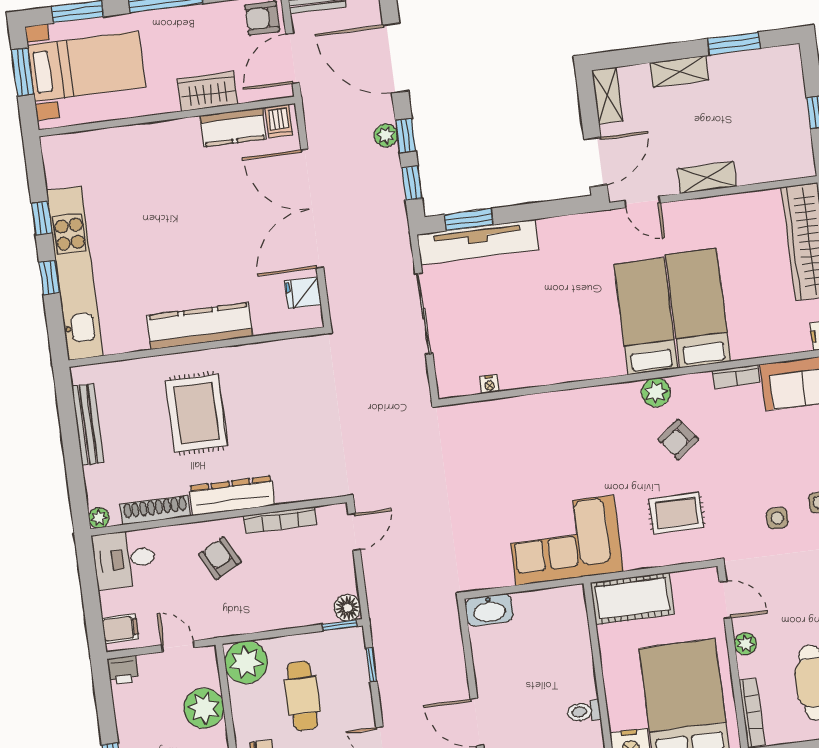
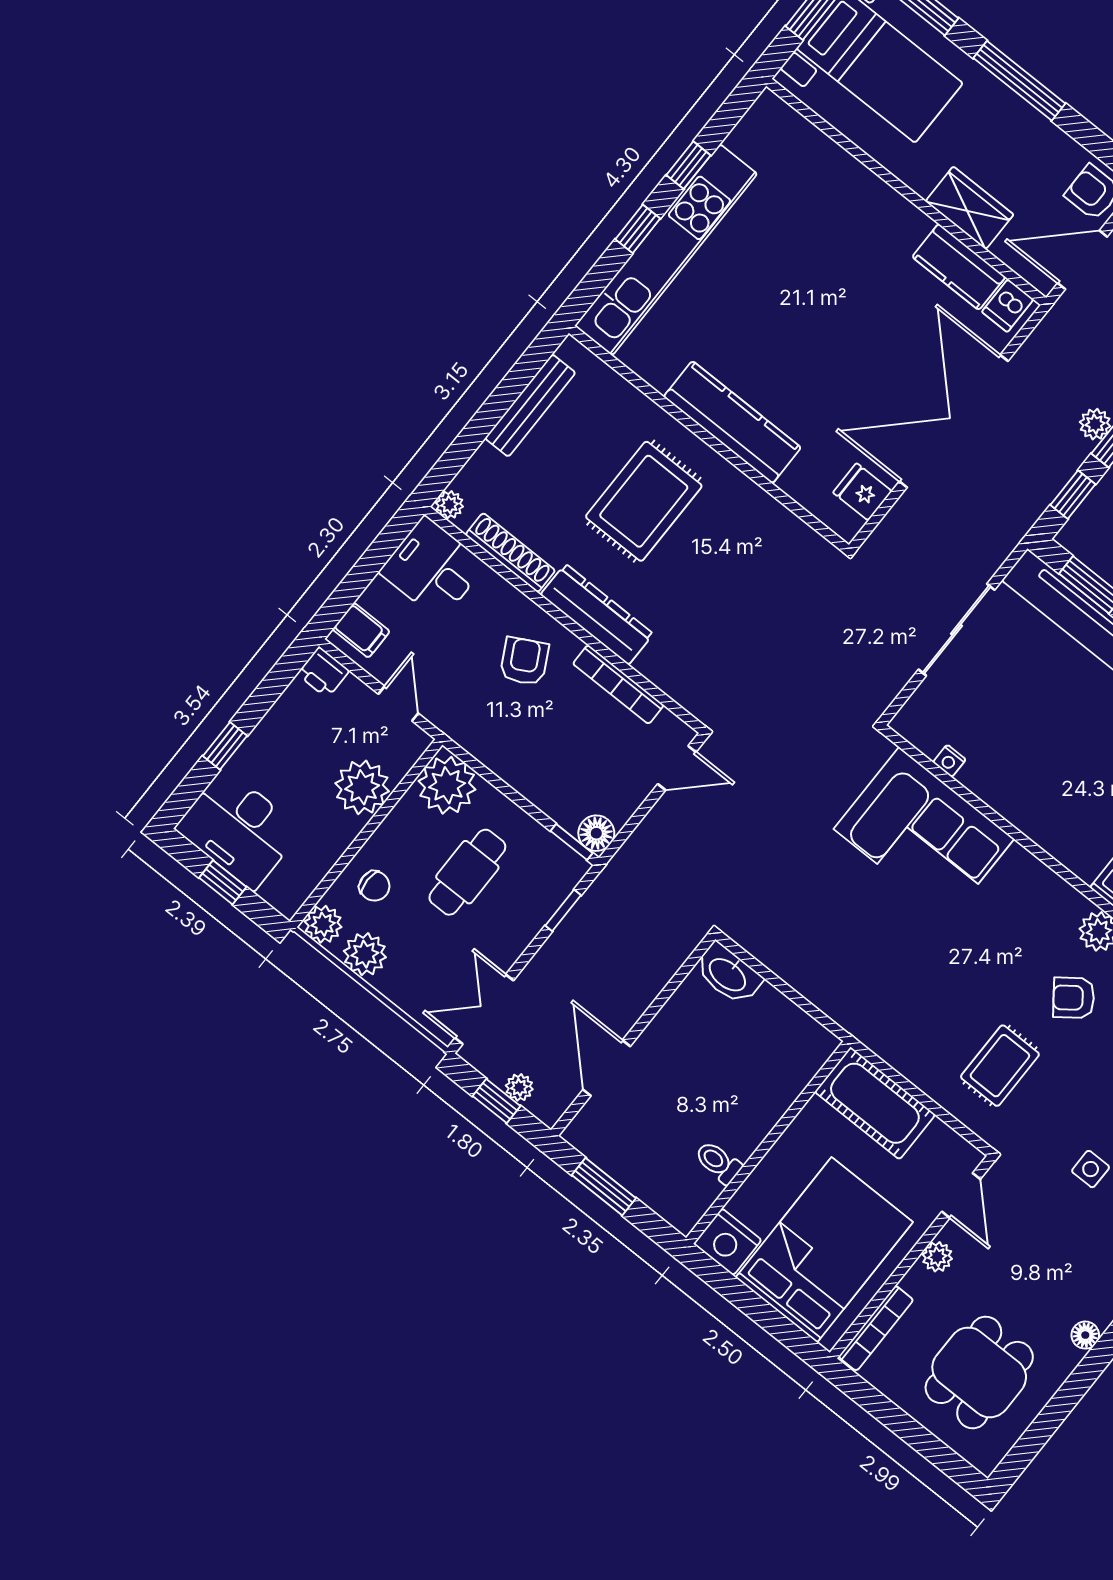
rug: (676, 513) -> (1000, 1066), turned 90
corner sofa: (565, 540) -> (924, 834), moved, turned 180

